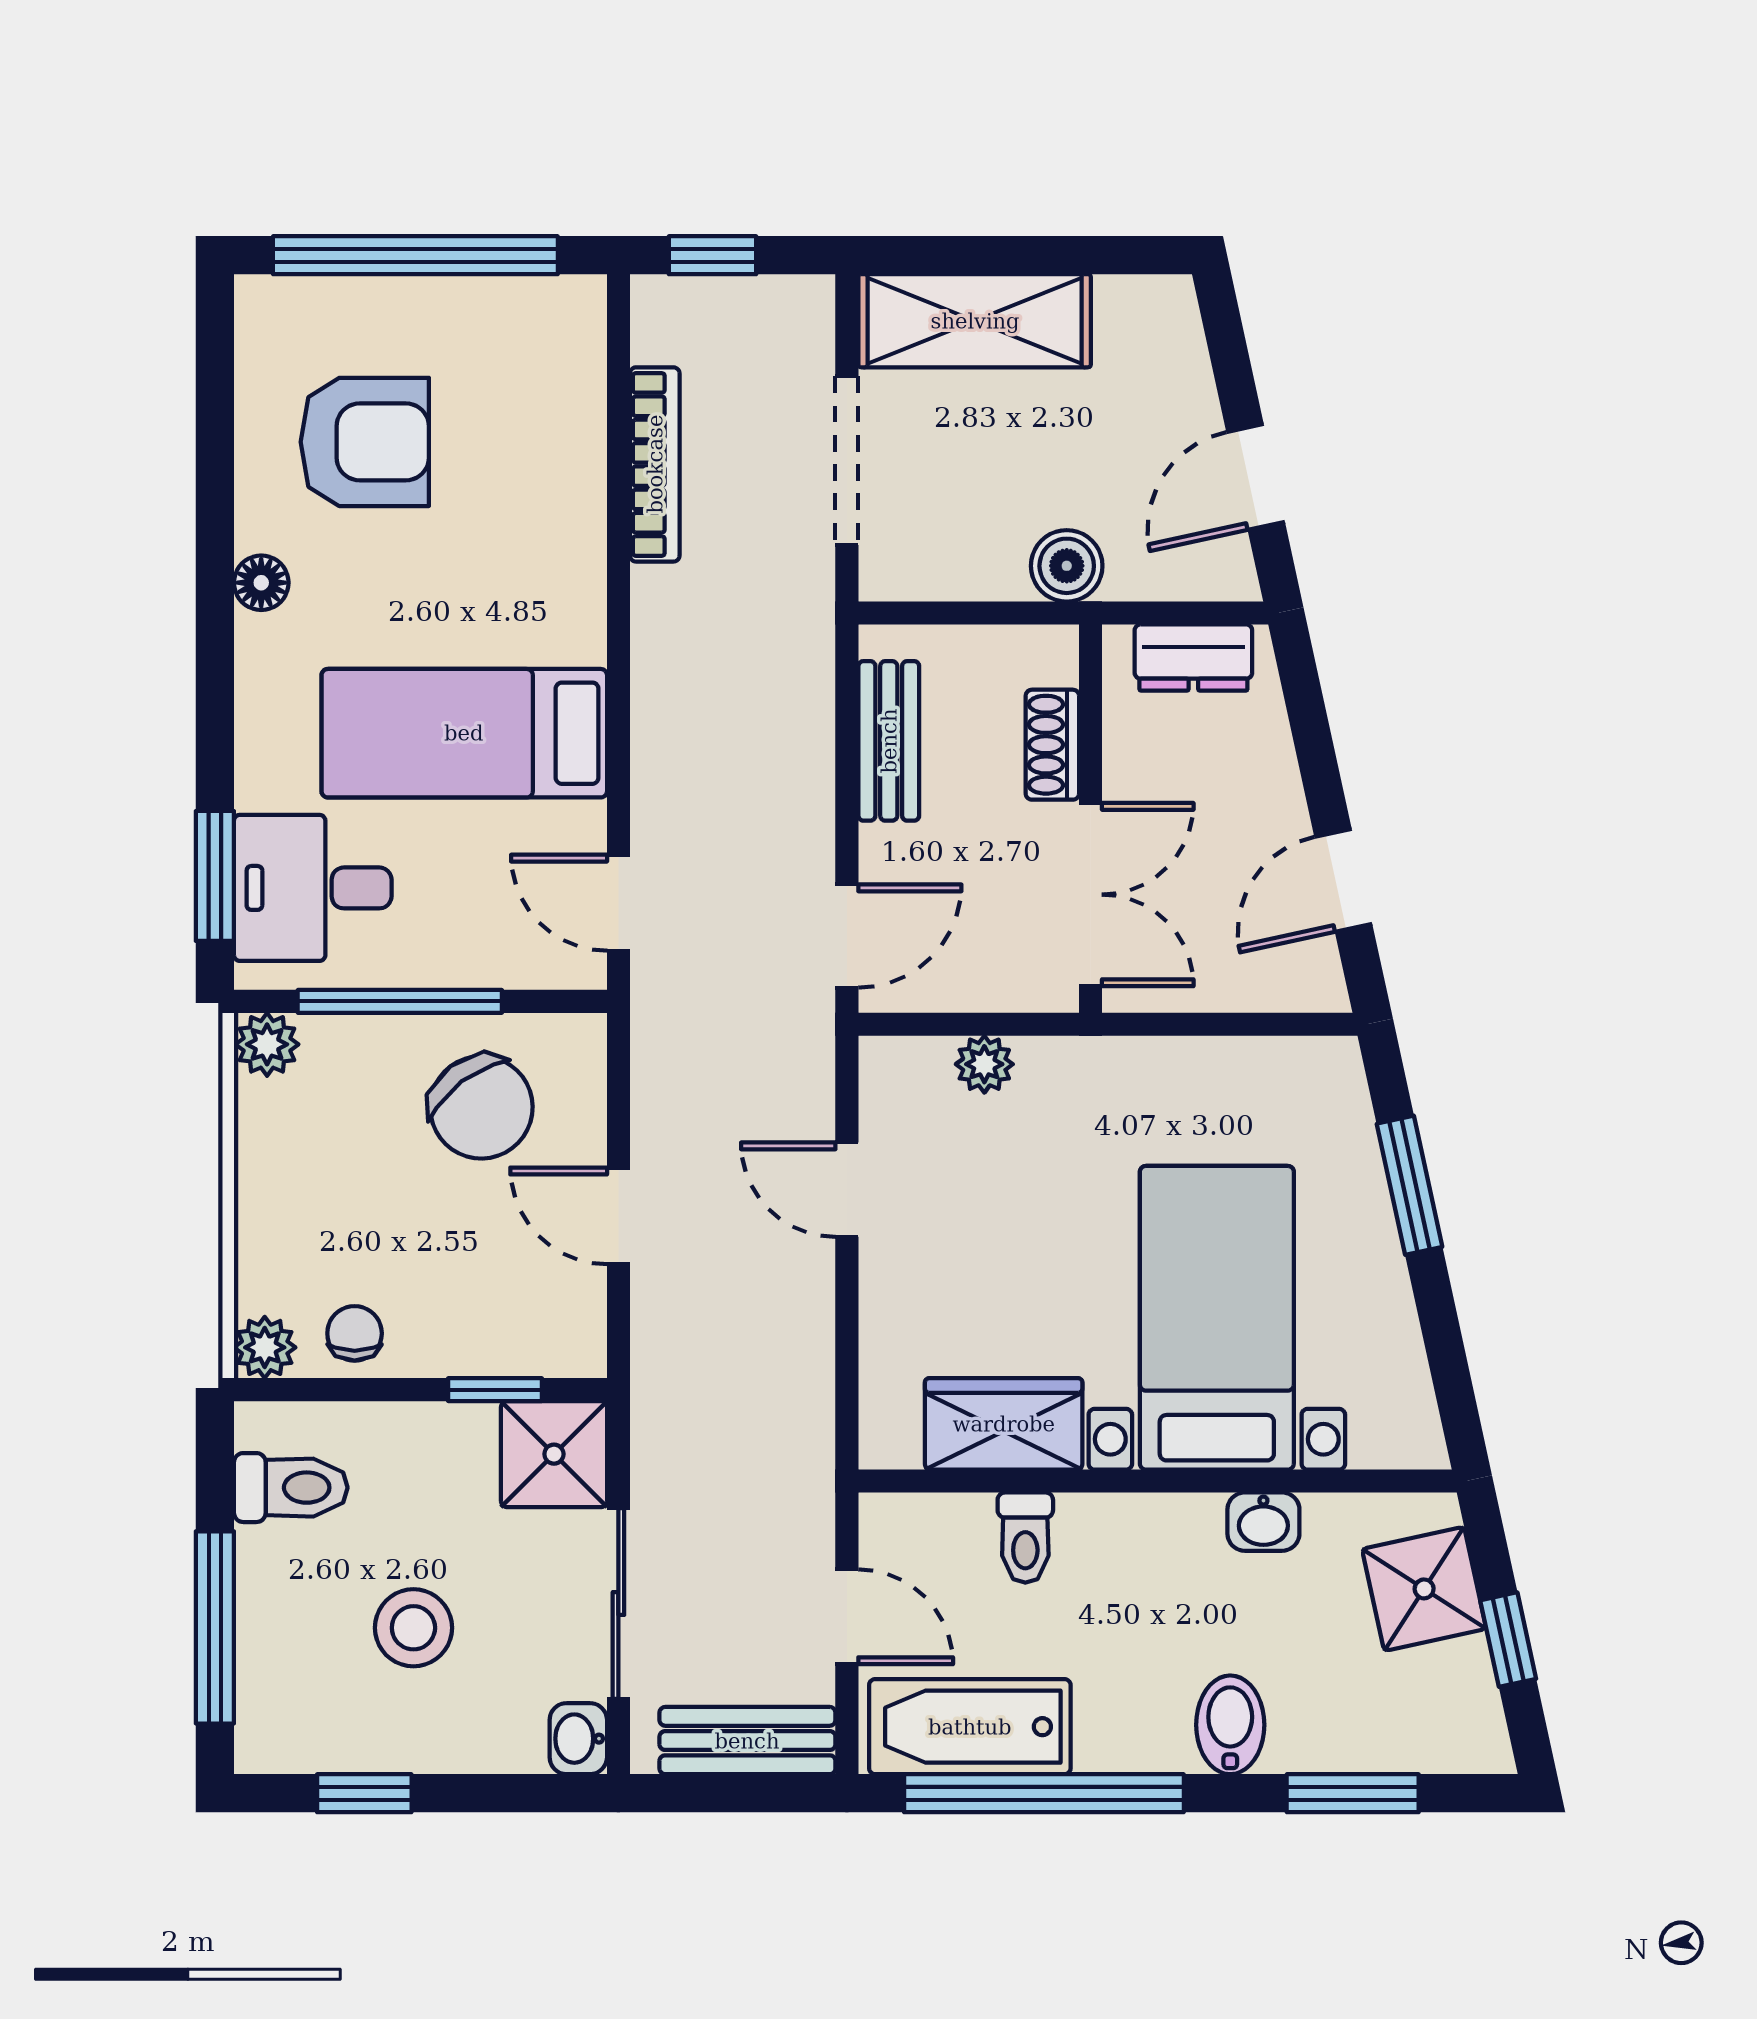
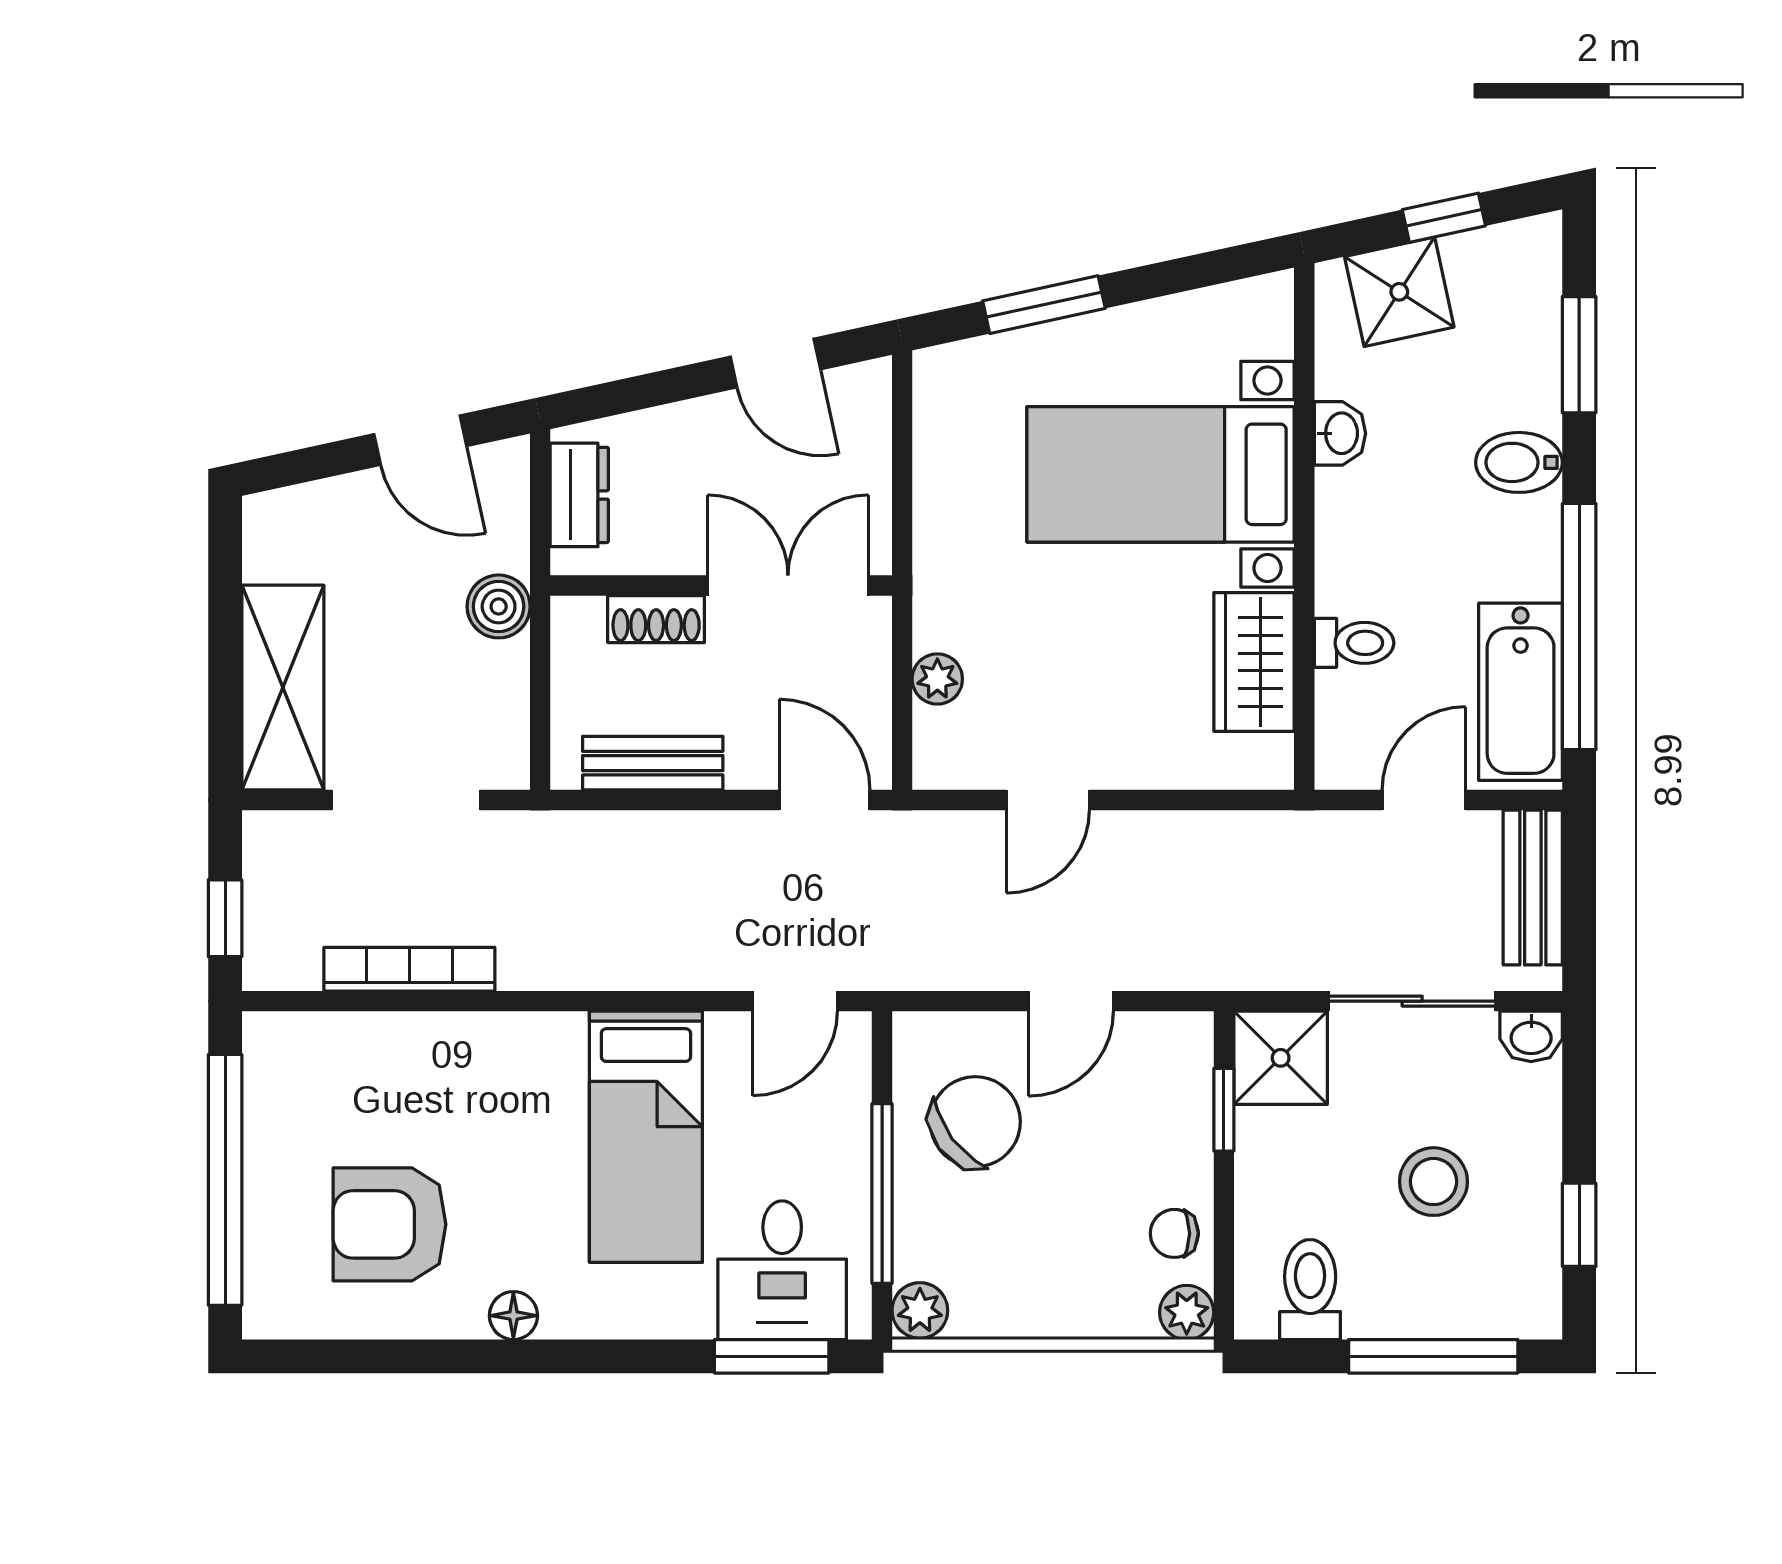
armchair: (365, 442) -> (389, 1224), turned -90

